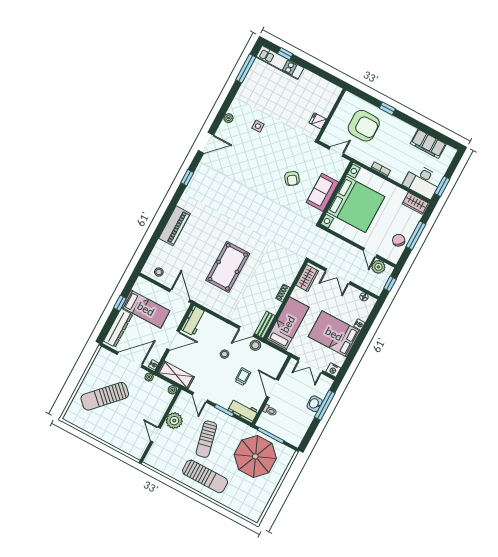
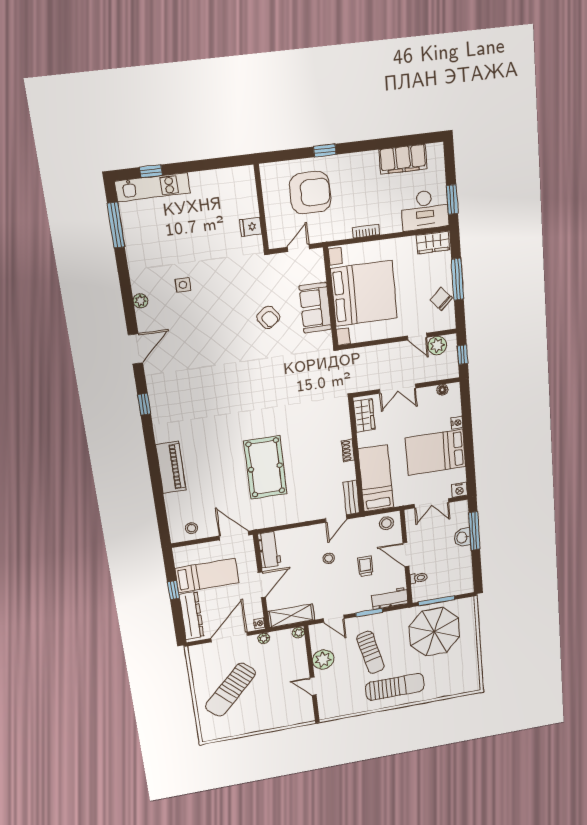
stool: (255, 345) -> (386, 523), moved

